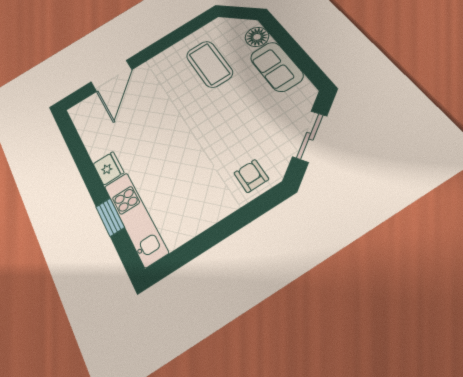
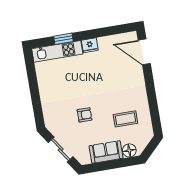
coffee table: (209, 64) -> (125, 119), width x0.73, depth x0.76
door: (111, 76) -> (144, 52), moved
armchair: (251, 176) -> (85, 115), moved

